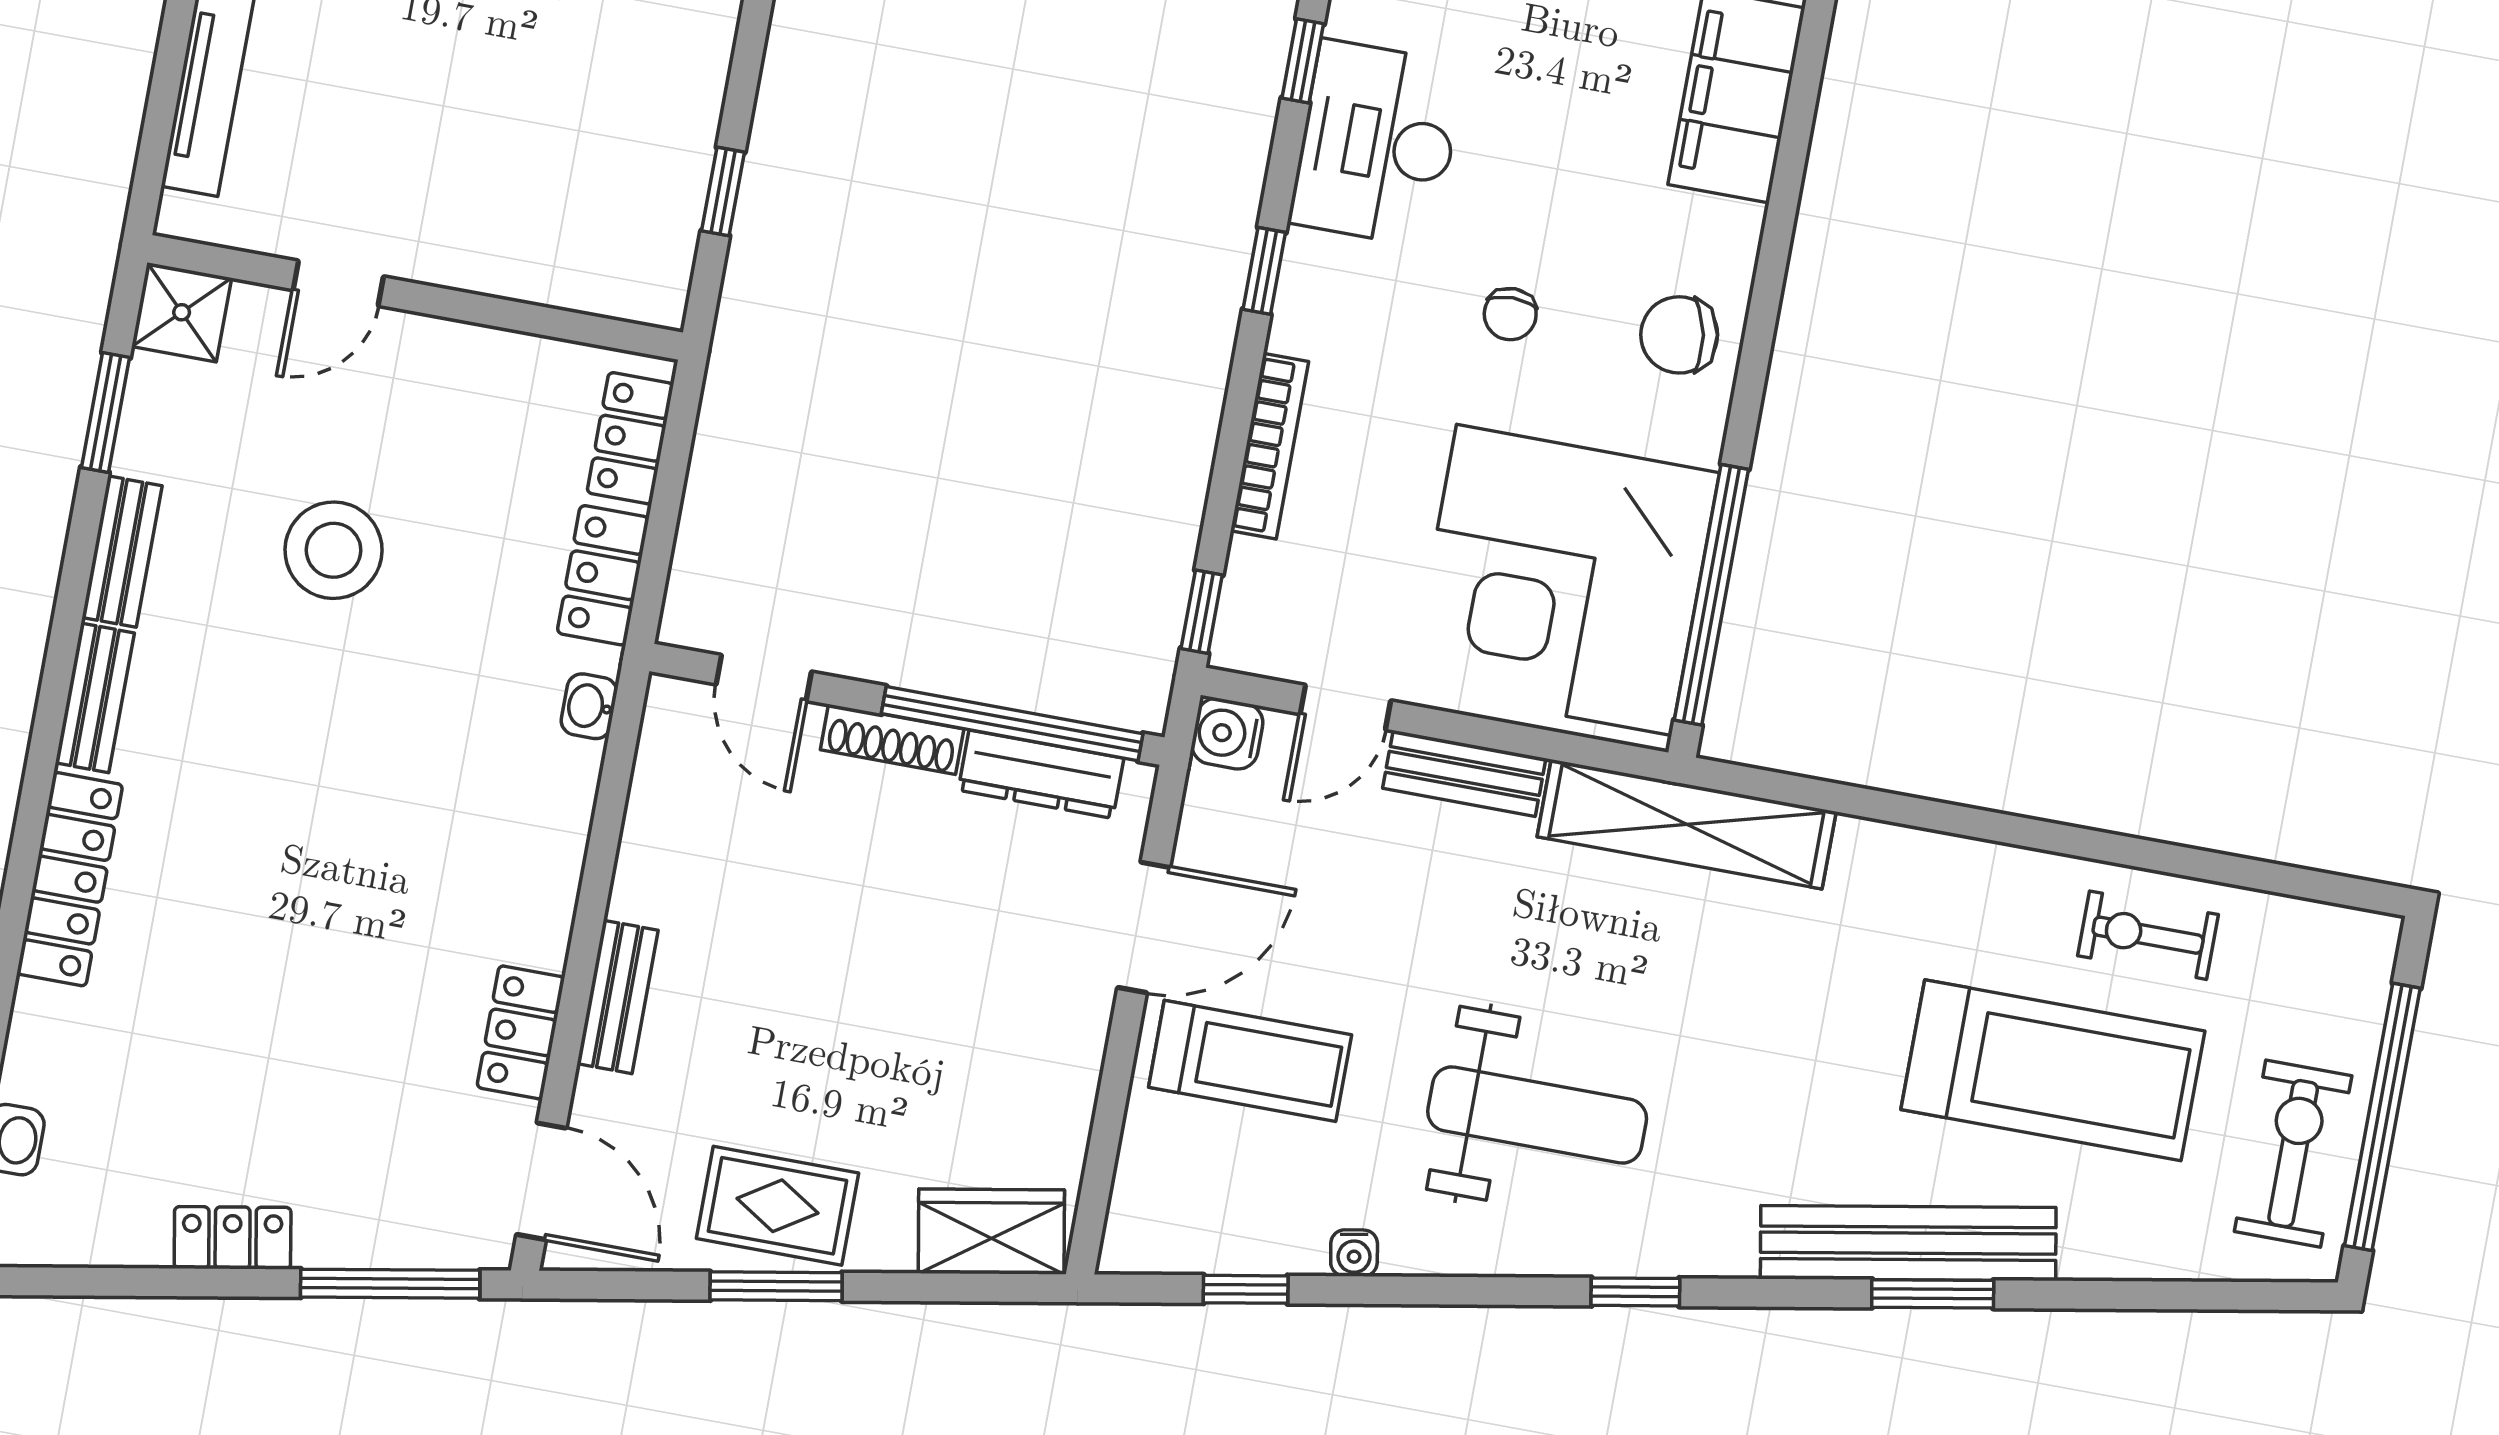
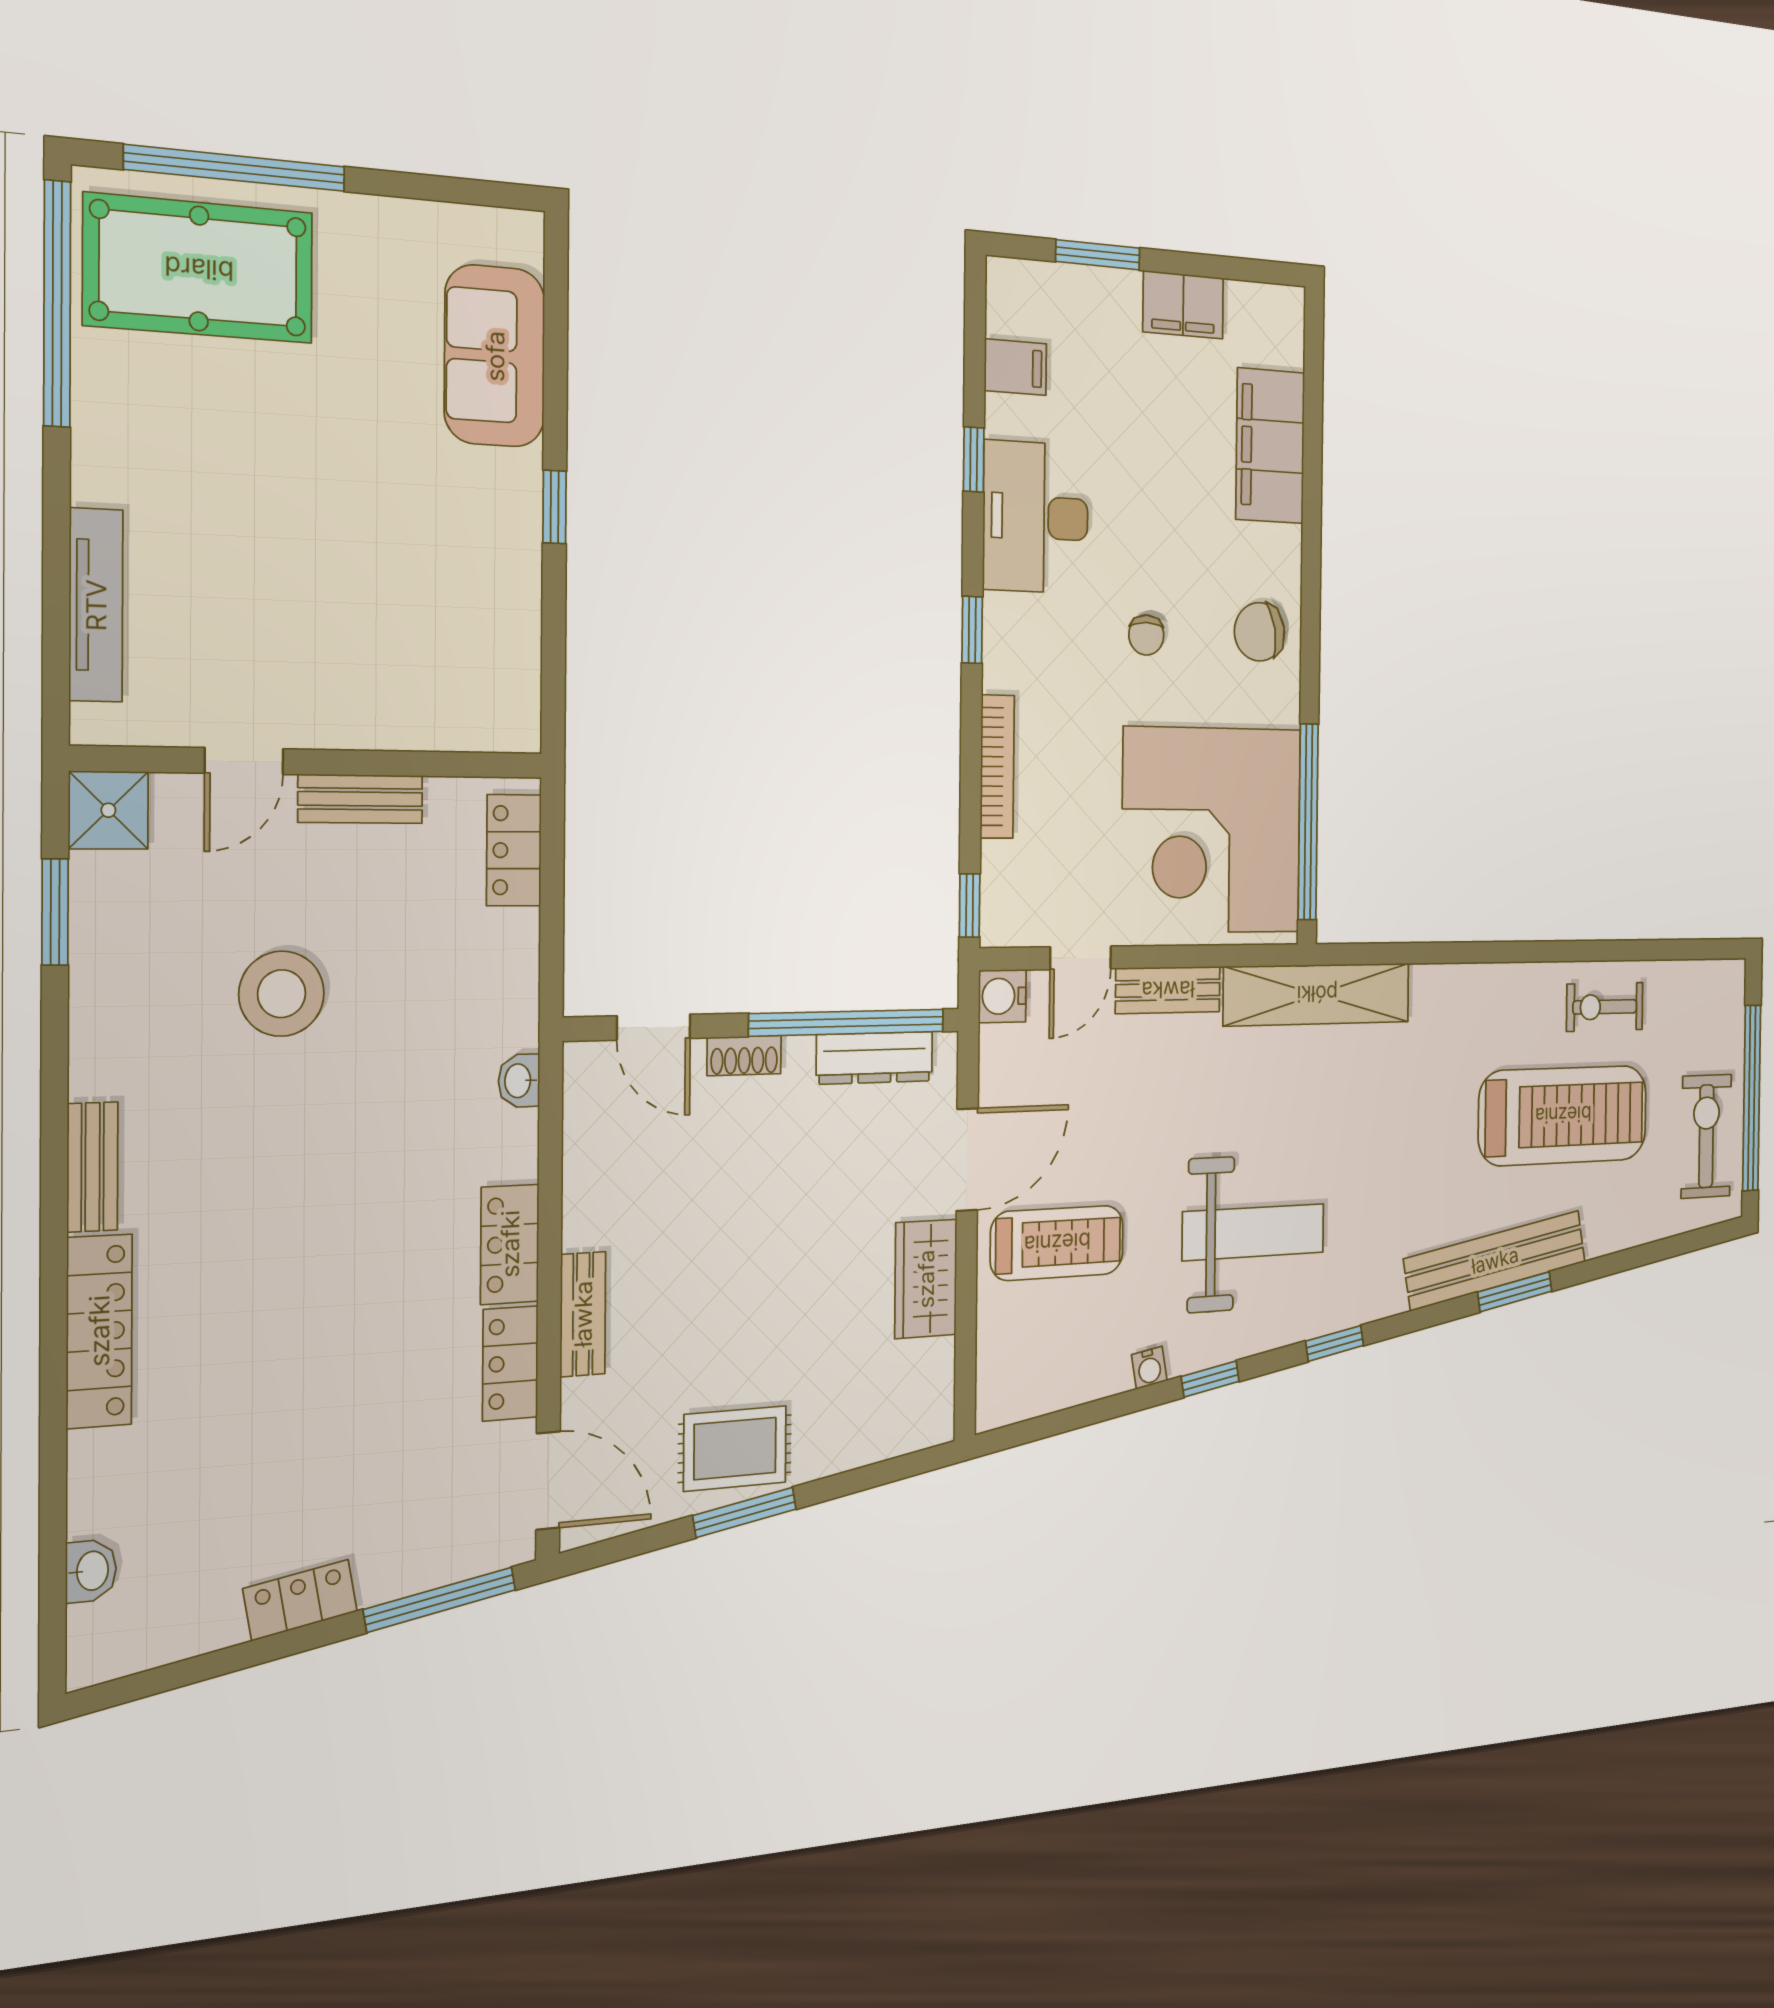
window: (723, 192) -> (555, 507), moved
bench: (122, 552) -> (360, 799), moved, turned 90
locker: (603, 575) -> (510, 1244), moved
shoe rack: (892, 739) -> (744, 1056), width x0.70
wardrobe: (991, 1232) -> (926, 1279), moved, turned -80
window: (1246, 1289) -> (1210, 1379), moved

